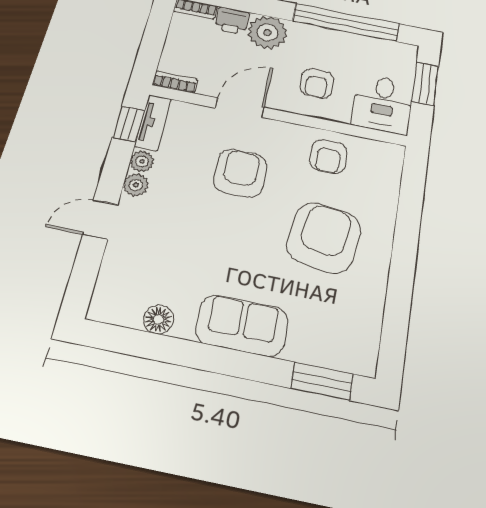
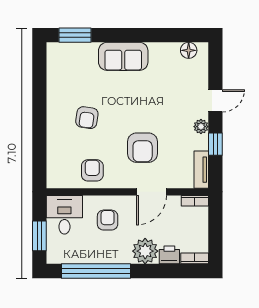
window: (129, 124) -> (215, 144), moved
plant: (142, 161) -> (201, 142), removed
armchair: (324, 237) -> (87, 118), width x0.53, depth x0.53
floor lamp: (158, 319) -> (189, 50), moved

